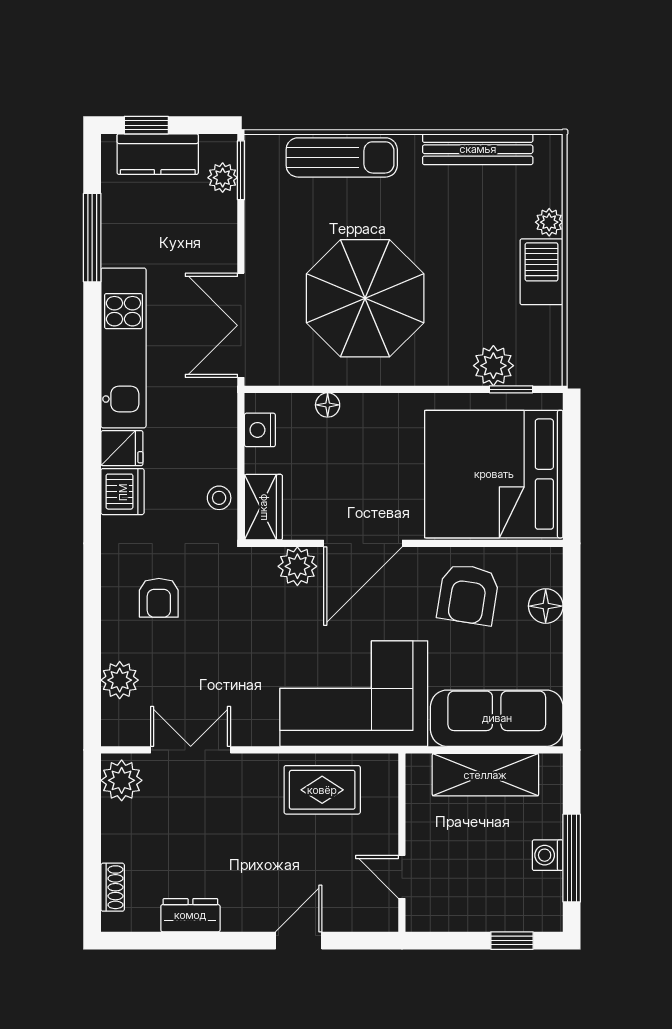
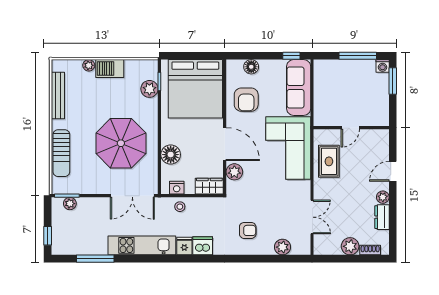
kitchen counter: (158, 154) -> (60, 231), removed
sun lounger: (342, 157) -> (61, 153), turned 180
floor lamp: (328, 405) -> (171, 155), width x1.89, depth x1.89
stool: (219, 498) -> (180, 207), moved
armchair: (468, 594) -> (246, 100), turned 81
window: (572, 701) -> (291, 56), added
double door: (191, 750) -> (312, 217), swing flipped
shelving: (485, 775) -> (322, 92), removed
plant: (122, 780) -> (350, 246), moved
washing machine: (548, 855) -> (383, 66), moved
door: (402, 877) -> (350, 128), moved
plant: (238, 917) -> (383, 197), added
door: (299, 941) -> (393, 171), hinge flipped
window: (512, 941) -> (393, 81), width x1.50

